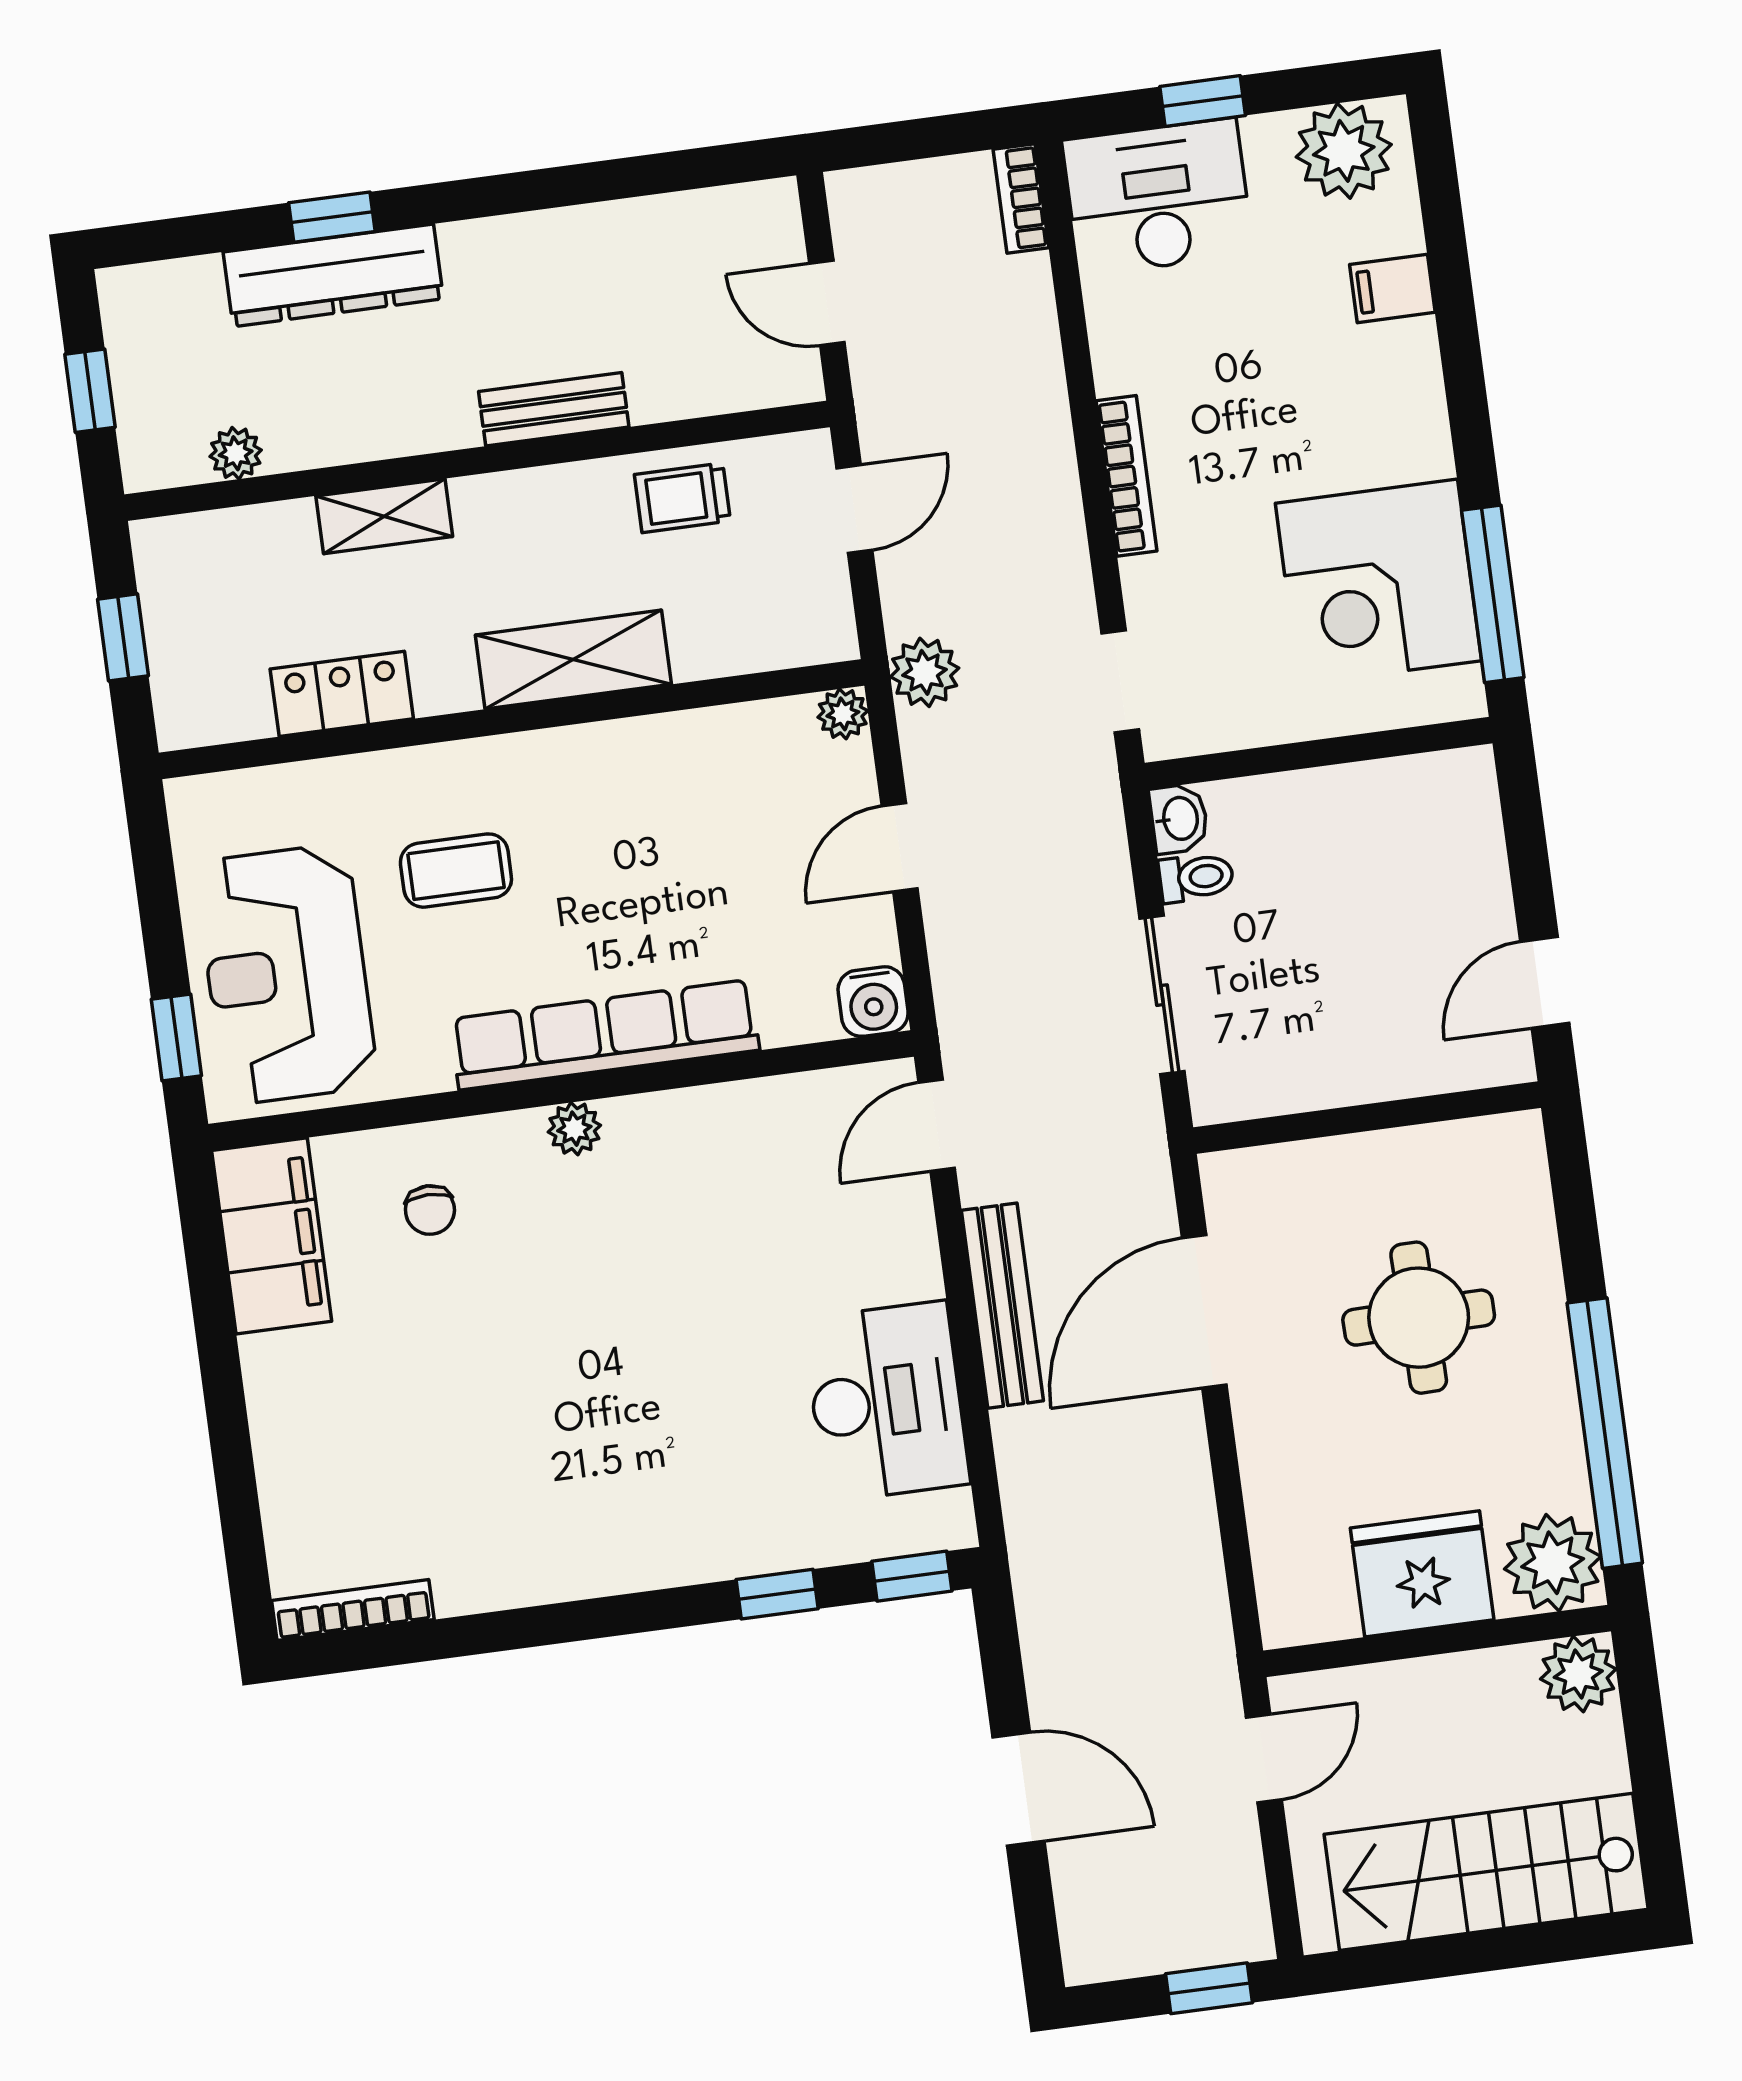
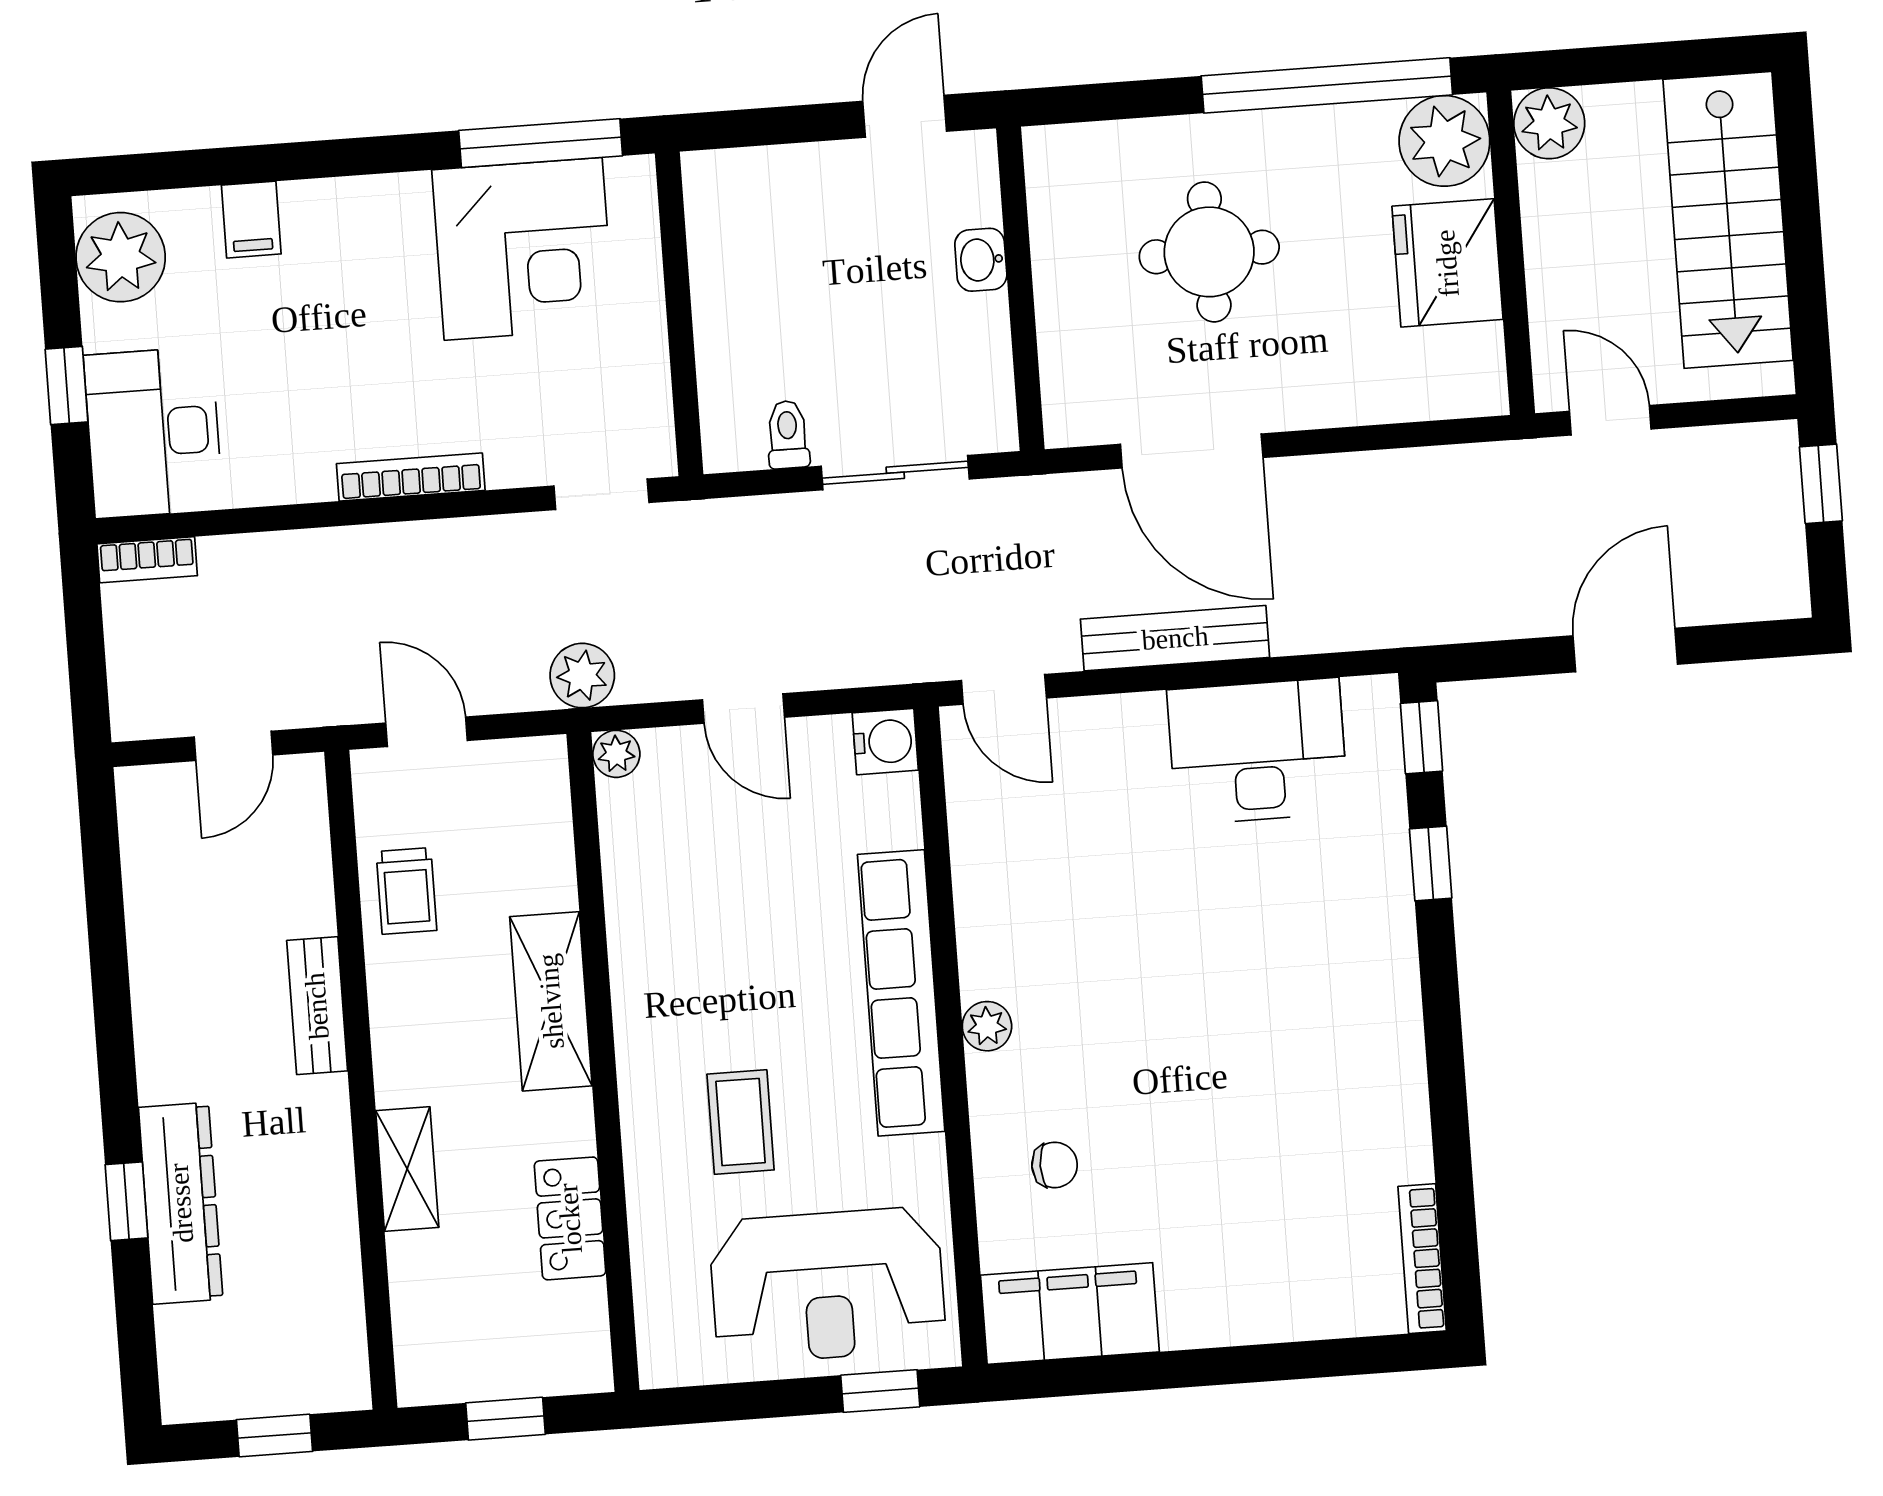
plant: (236, 453) -> (341, 1304), removed
washbasin: (1179, 819) -> (981, 260), moved, turned -90
door: (1545, 983) -> (905, 116), swing flipped

